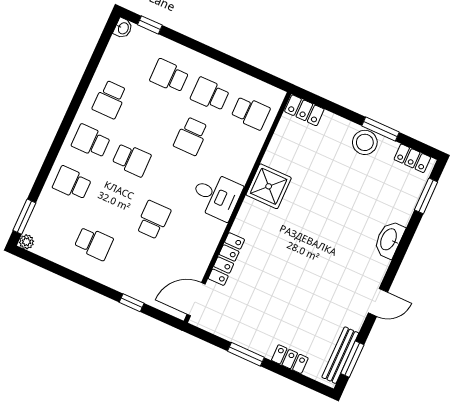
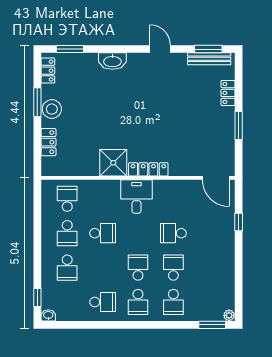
locker: (304, 110) -> (48, 142), moved
school desk: (94, 243) -> (173, 268), moved
locker: (226, 259) -> (148, 169), moved

